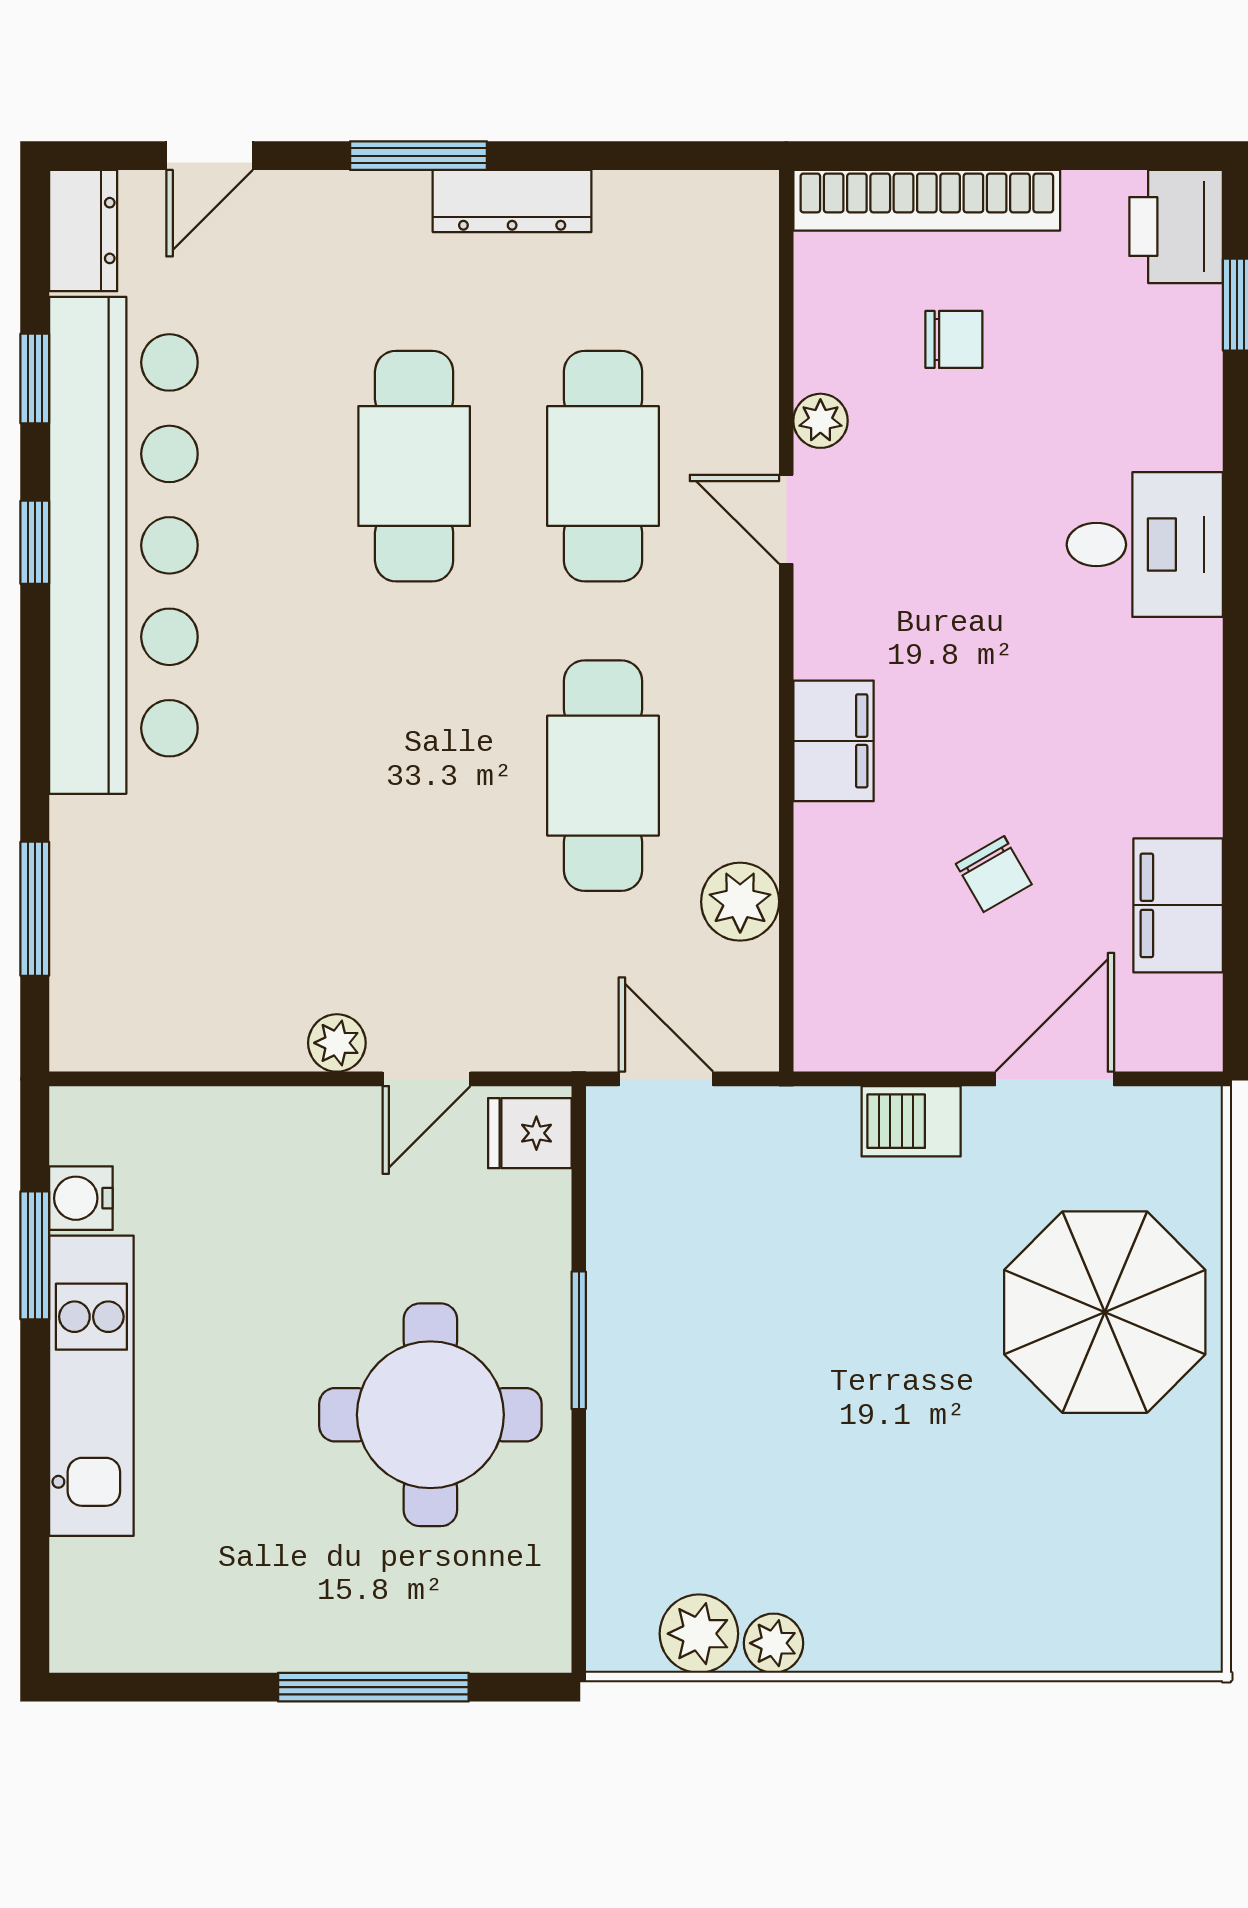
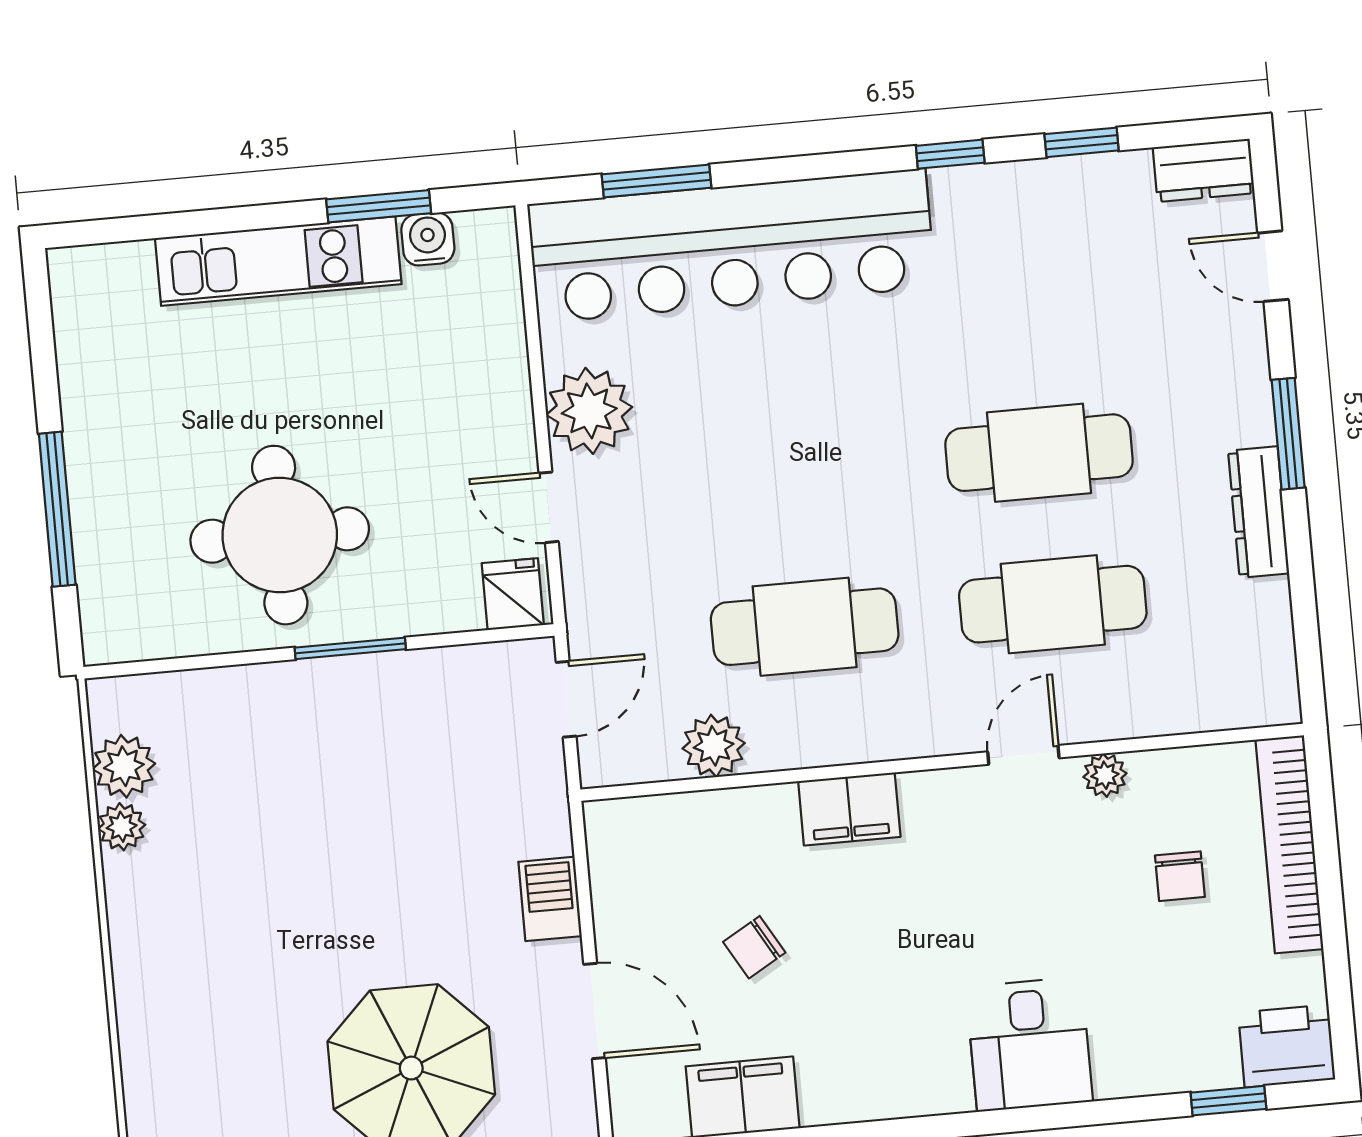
bar counter: (123, 545) -> (732, 246), moved
plant: (337, 1043) -> (589, 411), width x1.88, depth x1.88

